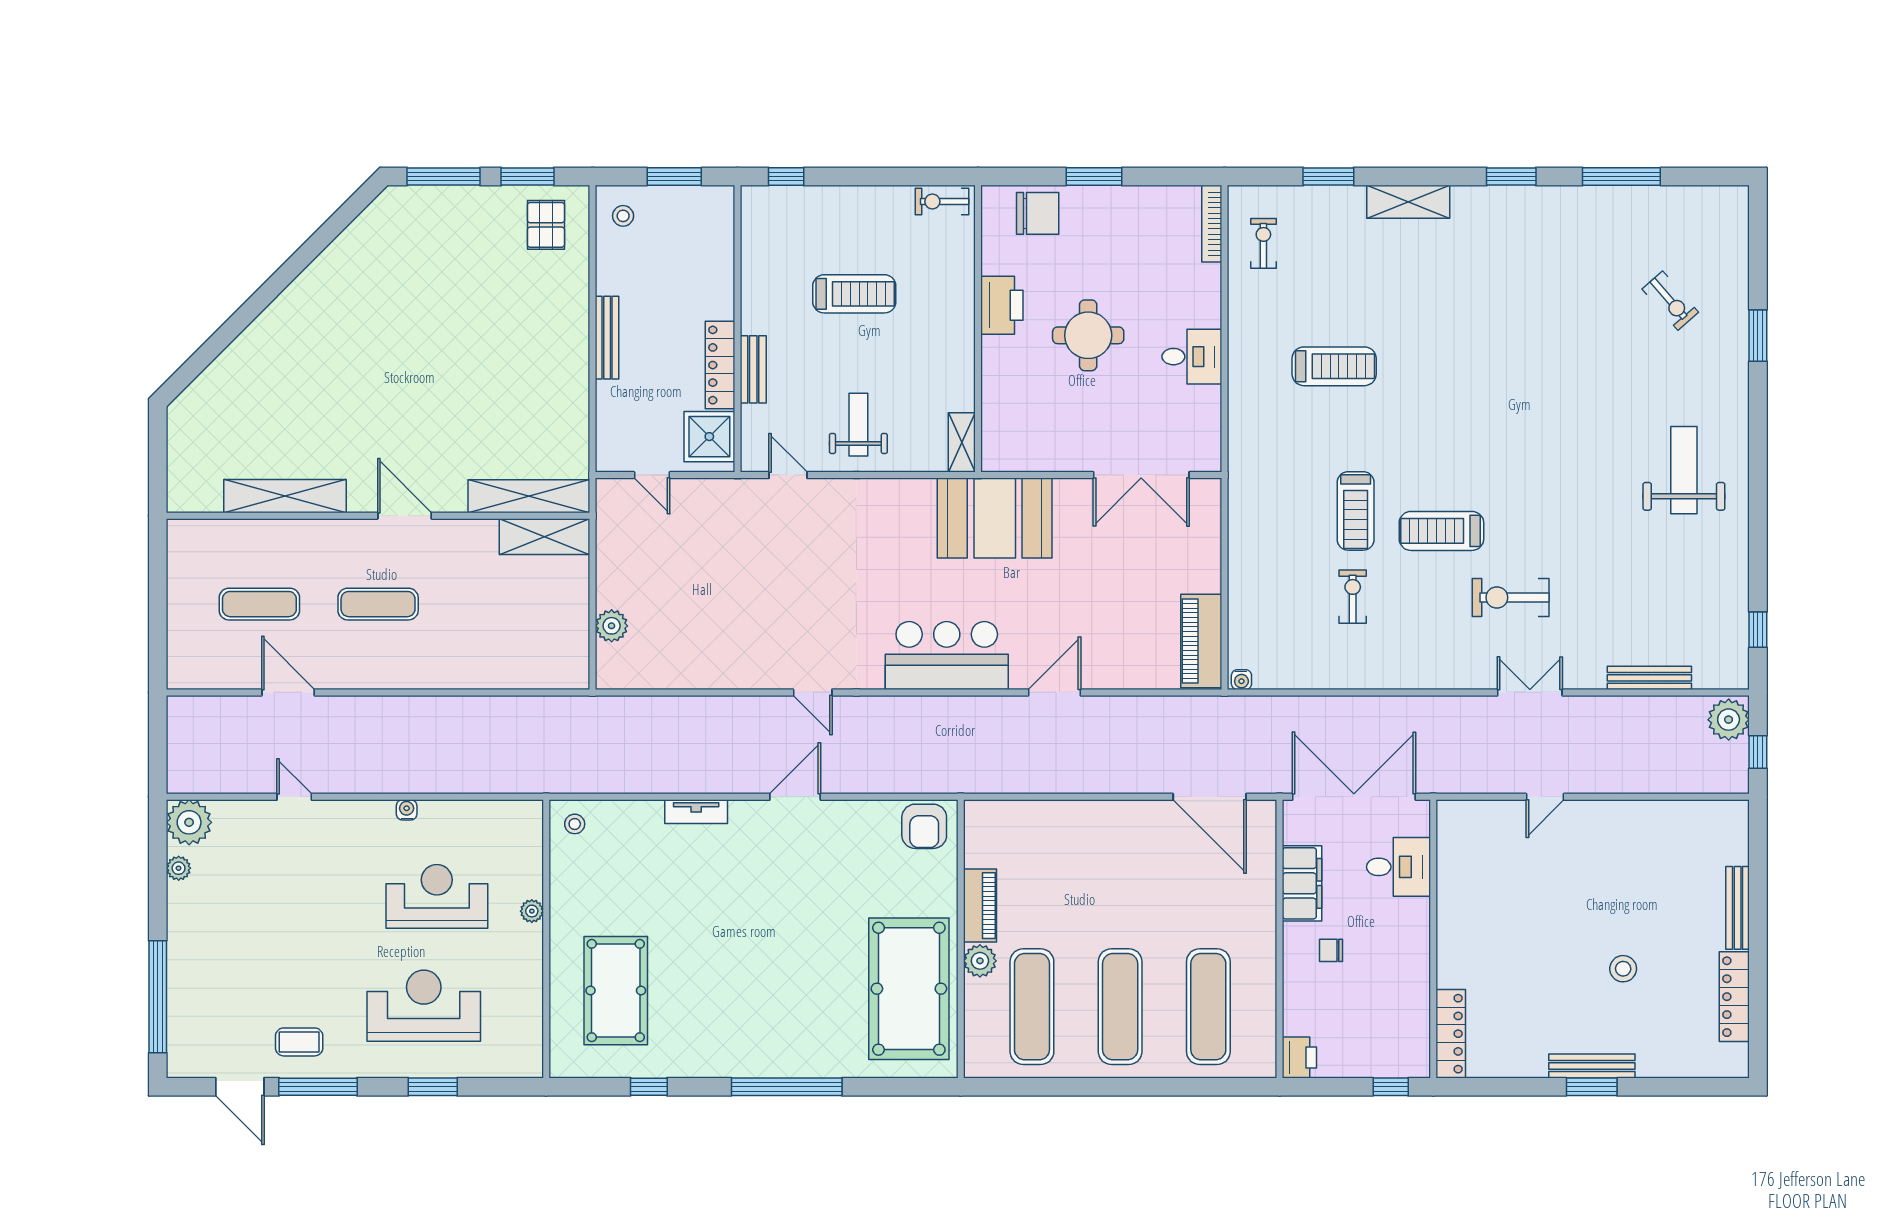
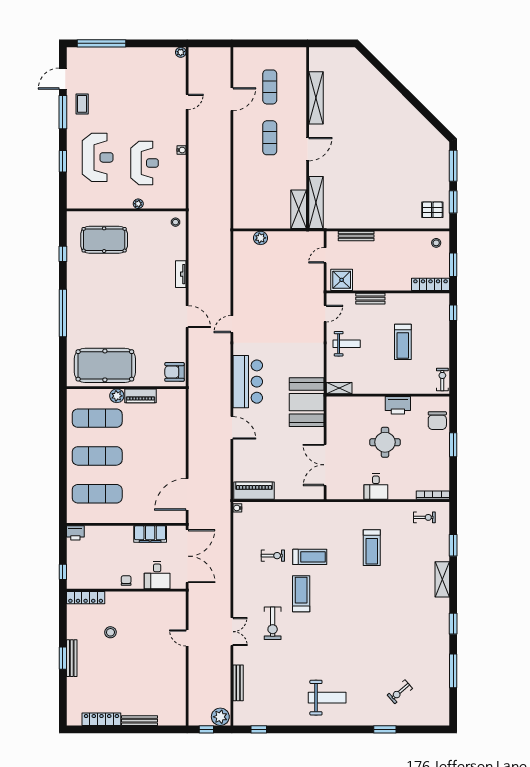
bench: (607, 338) -> (356, 236), moved
locker: (720, 365) -> (431, 284), moved
treadmill: (1356, 511) -> (310, 557), turned 180
exercise bike: (1511, 598) -> (273, 623), turned 180
plant: (189, 822) -> (181, 52), width x0.53, depth x0.53
plant: (179, 868) -> (157, 52), removed
chair: (1331, 950) -> (126, 580), moved
stool: (1623, 969) -> (110, 632), moved

